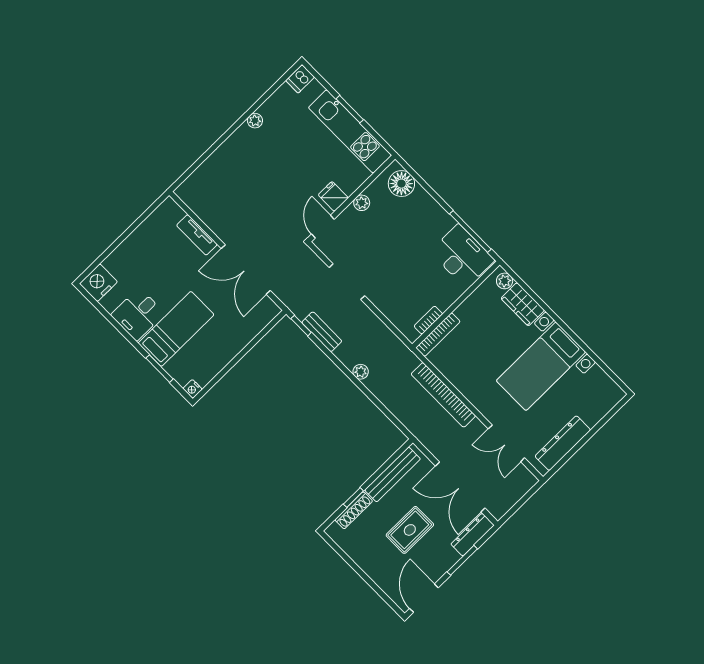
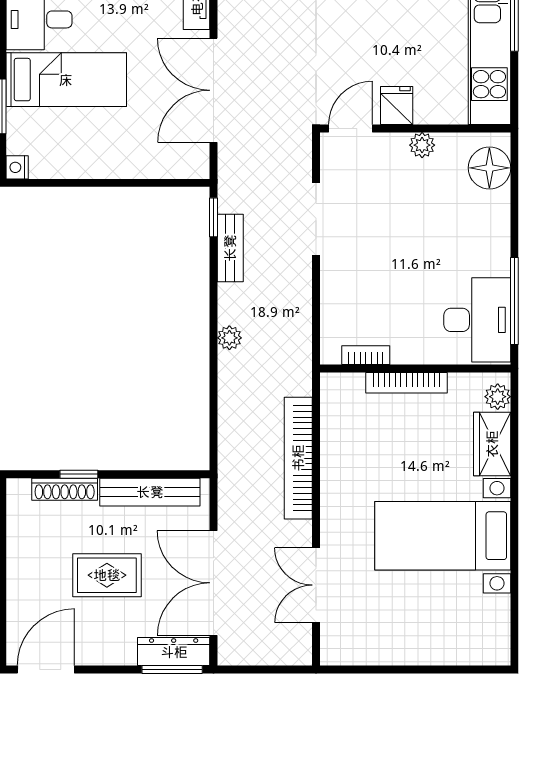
bookcase: (438, 335) -> (407, 383), moved
dresser: (563, 443) -> (381, 649), removed
window: (462, 560) -> (172, 669), moved

